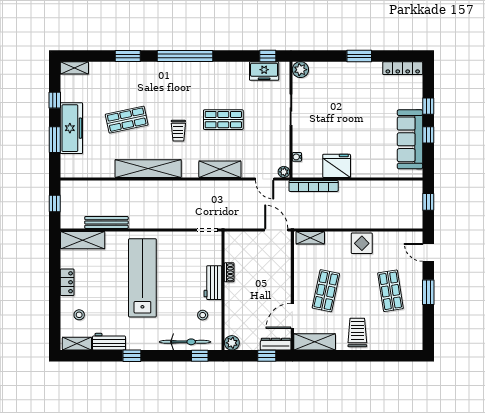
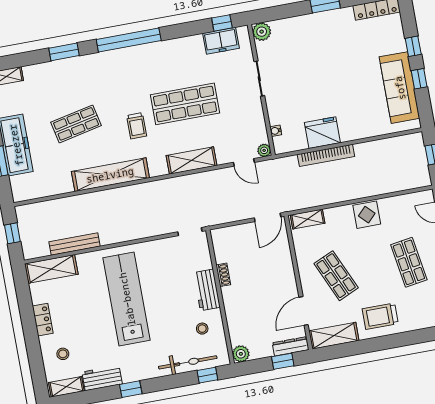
shop shelf: (223, 120) -> (185, 104), width x1.43, depth x1.36
bookcase: (314, 186) -> (326, 155), moved
door: (276, 230) -> (268, 217), swing flipped
shop shelf: (326, 291) -> (336, 276), turned -36
trolley: (357, 333) -> (380, 316), turned -90

